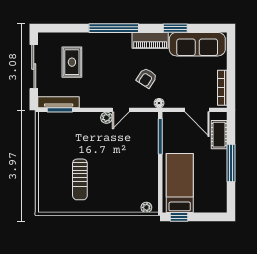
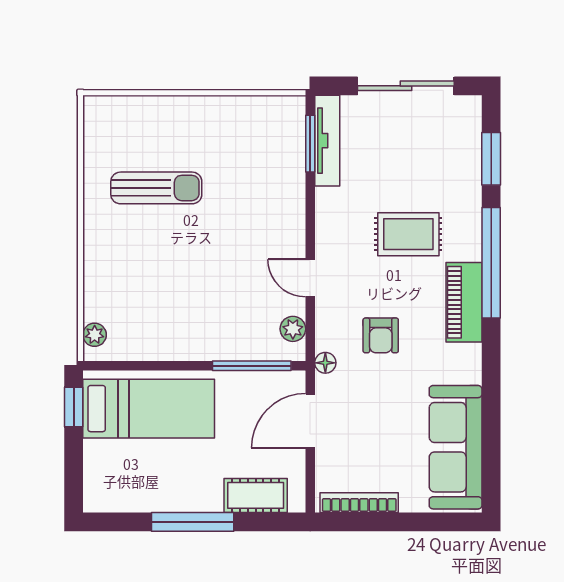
window: (175, 28) -> (491, 159), moved
piano: (150, 40) -> (464, 302), moved
rug: (72, 62) -> (408, 234), moved
armchair: (147, 78) -> (381, 335), turned -123
door: (197, 110) -> (310, 421), moved
plant: (106, 118) -> (293, 329), moved
sun lounger: (80, 179) -> (156, 188), turned 180

